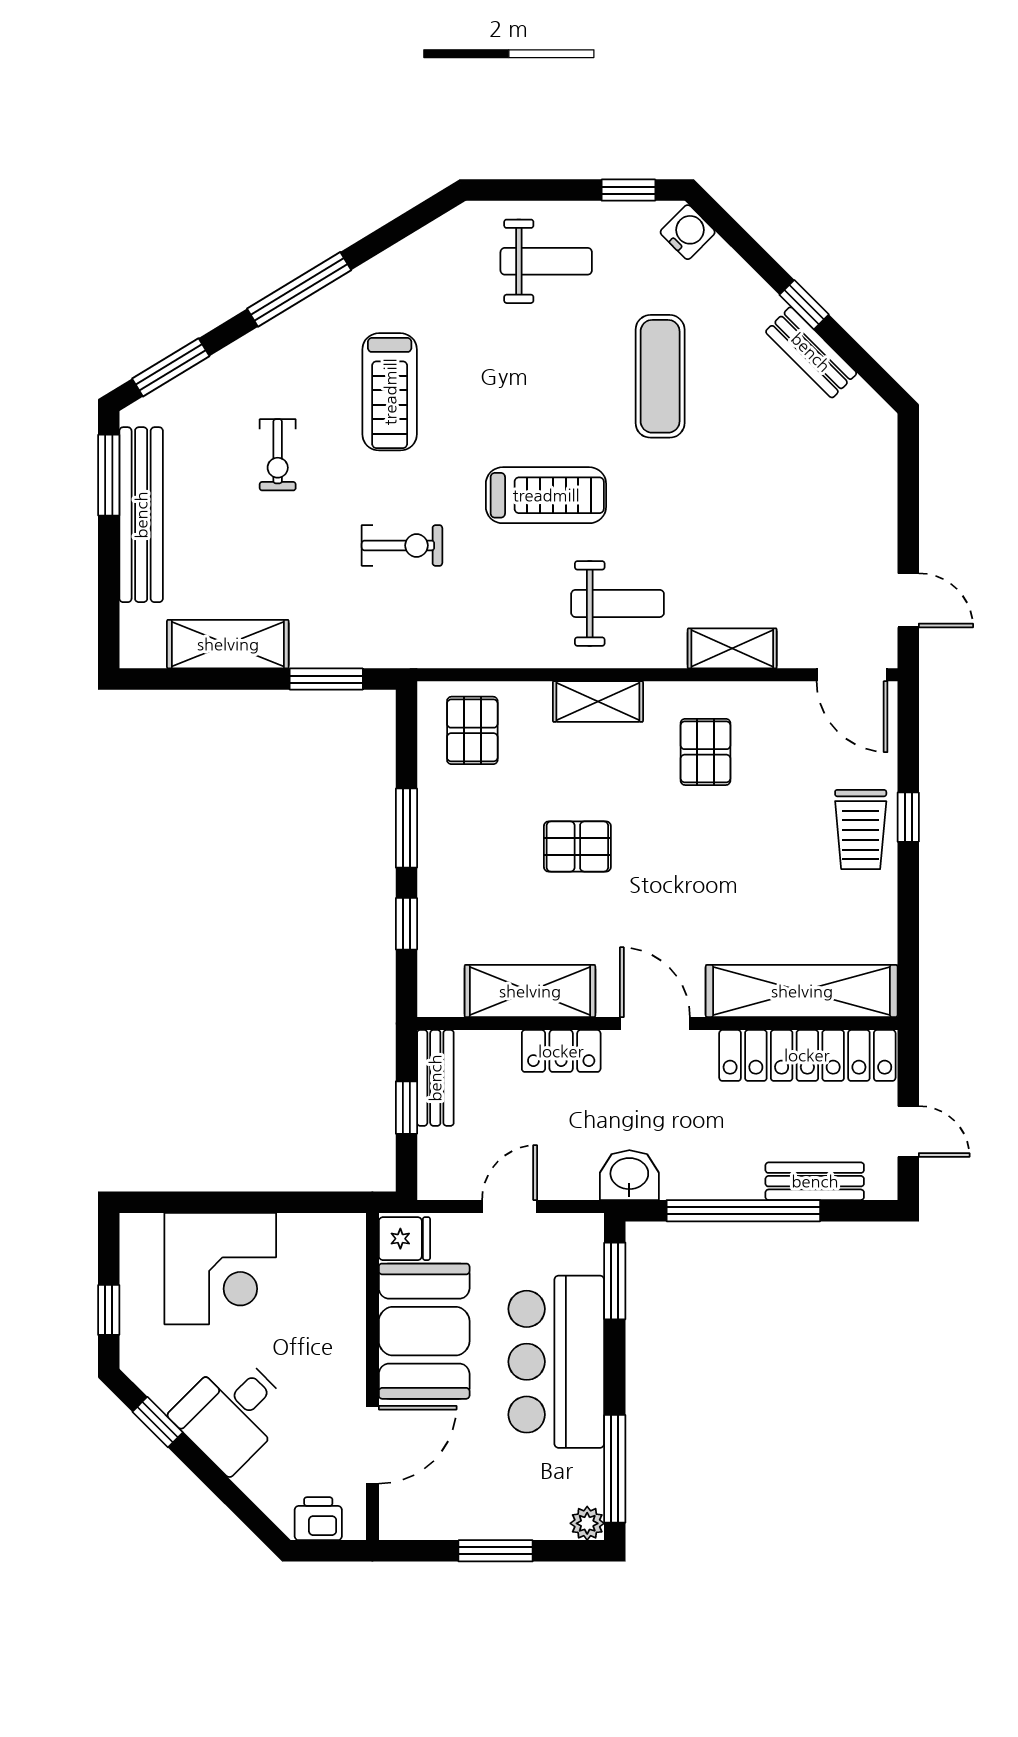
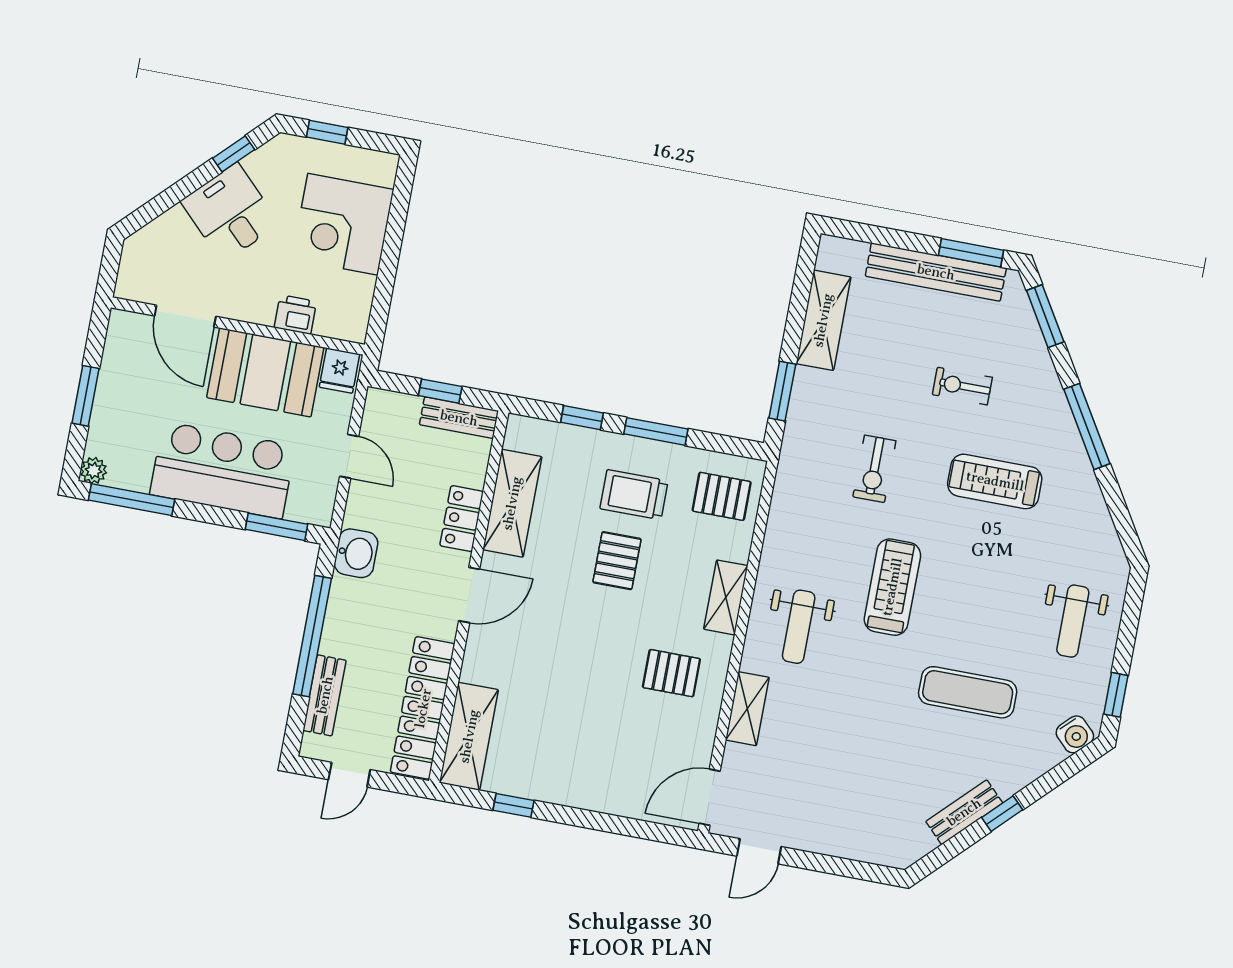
treadmill: (546, 495) -> (892, 587), turned 180
window: (908, 817) -> (513, 805), moved
trolley: (861, 830) -> (634, 495), moved
shelving: (802, 991) -> (469, 736), width x0.68
printer: (318, 1519) -> (295, 315), moved, turned -90

